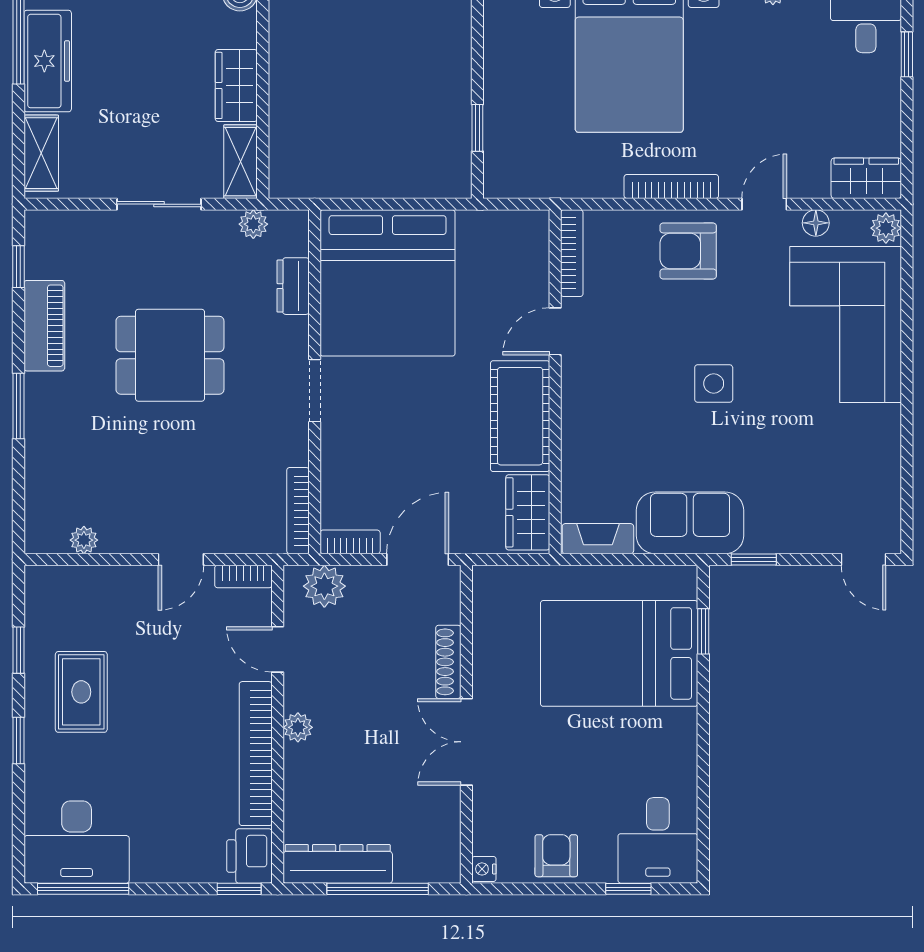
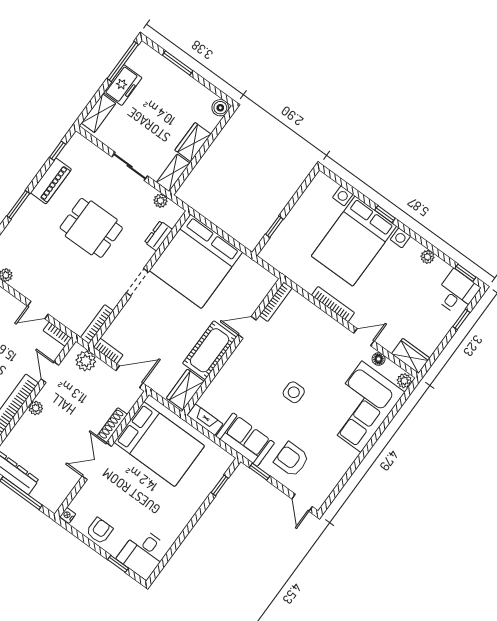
freezer: (48, 61) -> (123, 85), width x0.71
armchair: (688, 251) -> (292, 459), moved
bed: (619, 653) -> (159, 444), moved, turned 180

